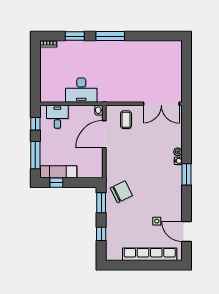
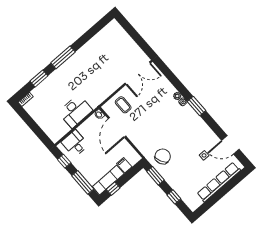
filing cabinet: (83, 171) -> (124, 165), added

